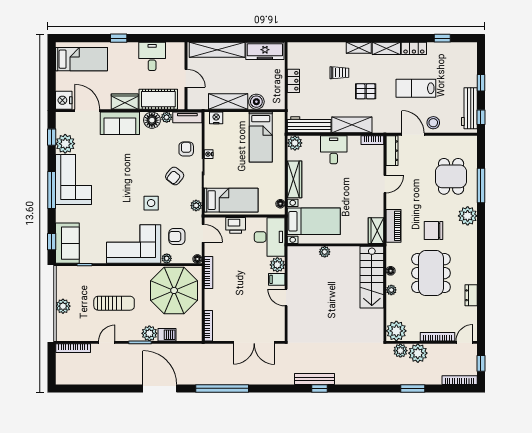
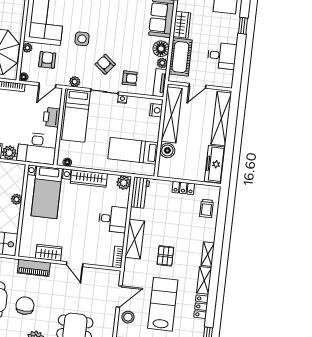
trolley: (339, 73) -> (206, 208), moved
lab bench: (416, 88) -> (163, 304), width x1.36, depth x1.39
shelving: (228, 101) -> (172, 115), width x1.47
workbench: (309, 125) -> (140, 193), width x0.73
dresser: (392, 151) -> (106, 275), removed
wardrobe: (376, 231) -> (49, 253), moved

